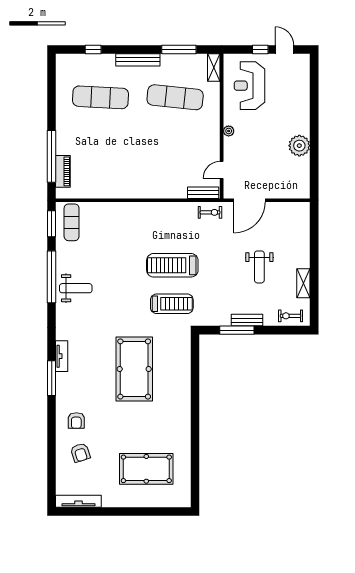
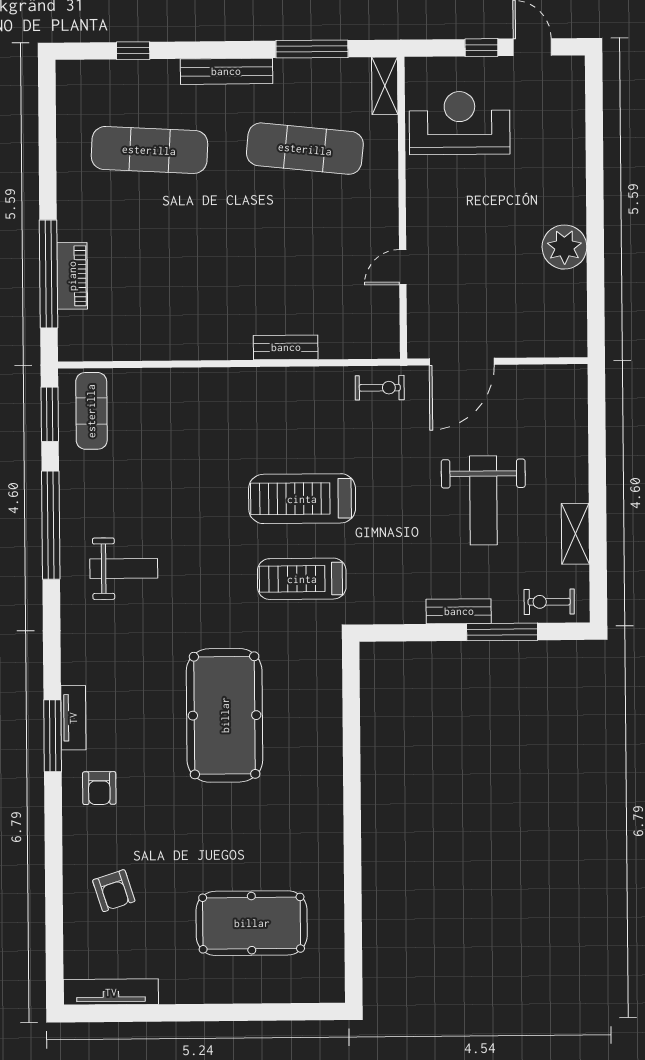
reception desk: (249, 86) -> (460, 123), turned 90
plant: (229, 131) -> (417, 218), removed
door: (222, 170) -> (403, 267), moved
piano: (63, 171) -> (72, 276), moved
bench: (203, 193) -> (286, 347), moved
weight bench: (259, 267) -> (483, 500), width x1.36, depth x1.33
weight bench: (76, 288) -> (124, 568), moved
treadmill: (172, 304) -> (302, 579), turned 180
window: (237, 330) -> (502, 632), moved
tv unit: (62, 356) -> (73, 718), moved
armchair: (76, 420) -> (99, 788), moved

